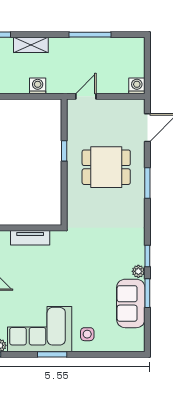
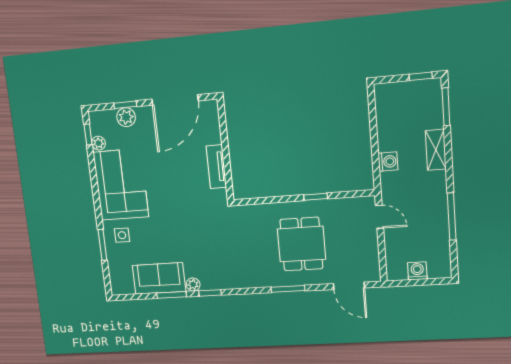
washing machine: (137, 86) -> (417, 271), moved, turned -90
window: (52, 354) -> (102, 245), moved

